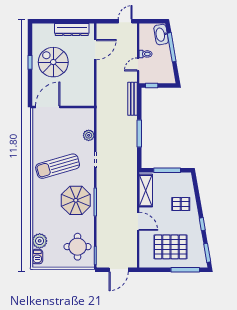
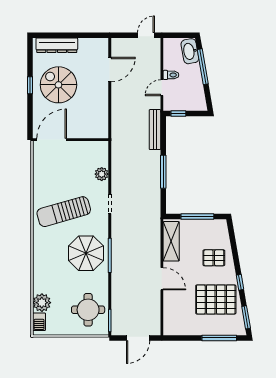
dresser: (72, 30) -> (57, 45), moved
pallet: (170, 247) -> (216, 299), moved

